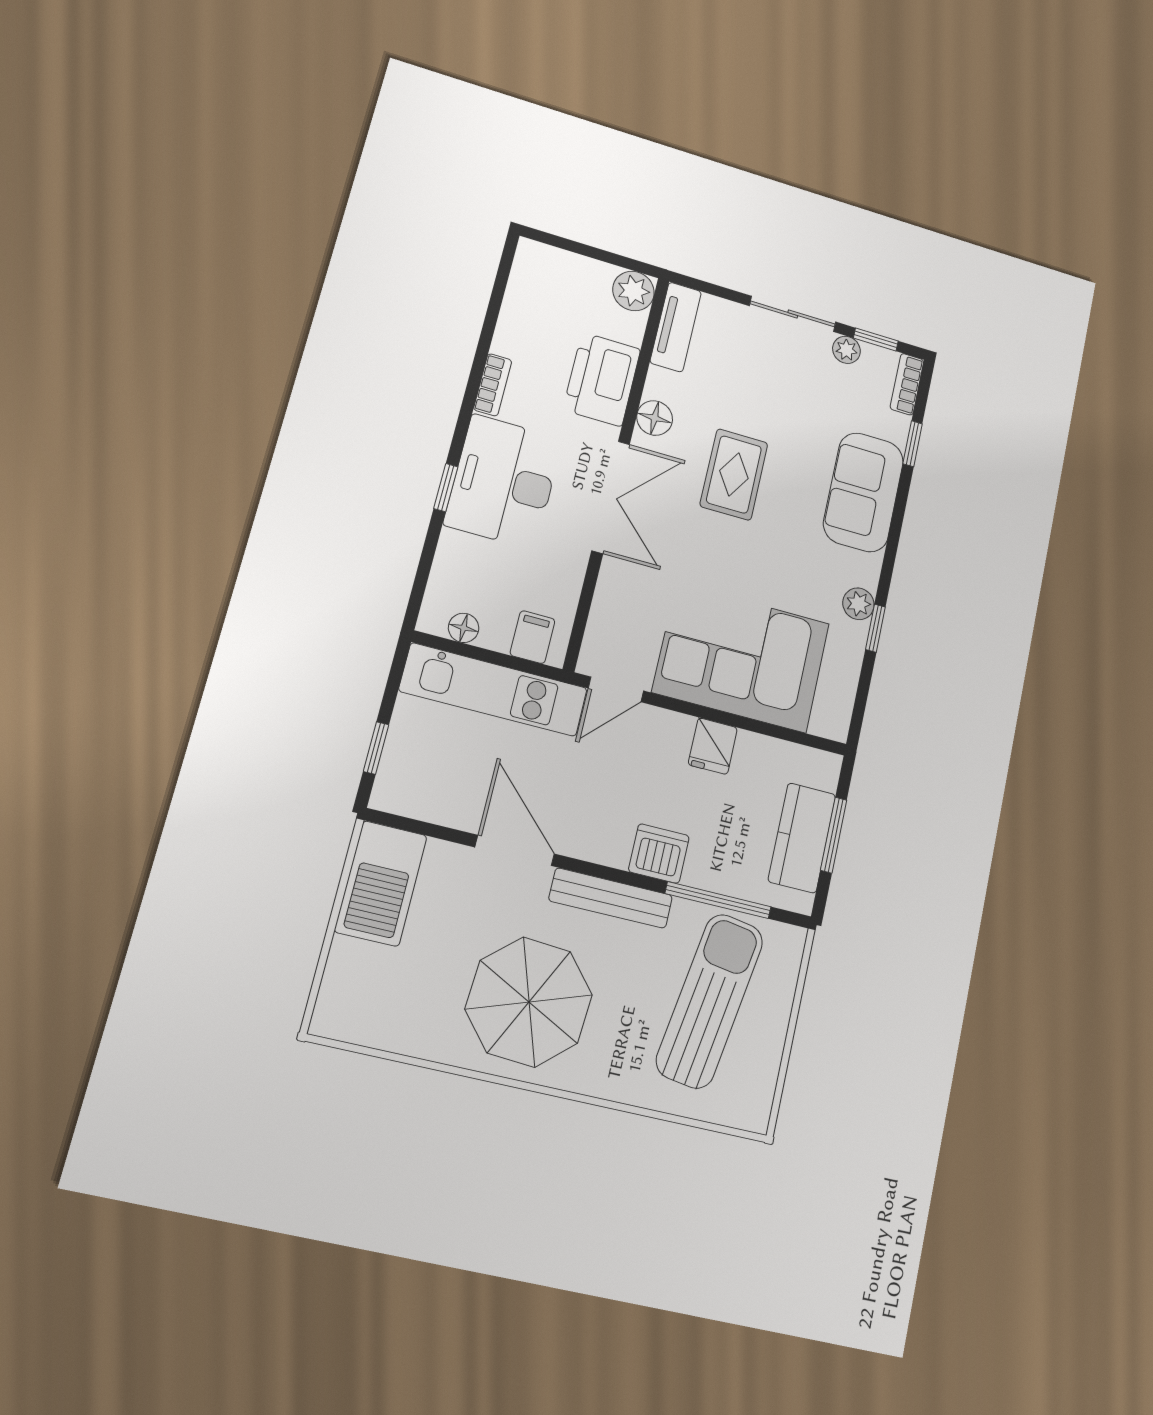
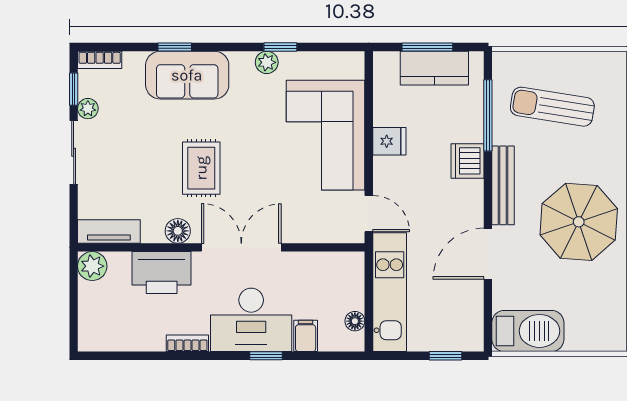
window: (913, 444) -> (175, 47), moved
rug: (734, 475) -> (201, 168), turned 90
filing cabinet: (533, 637) -> (306, 336), moved, turned 90
sun lounger: (710, 1001) -> (552, 107), width x0.73, depth x0.75

